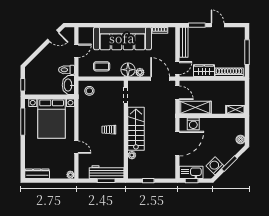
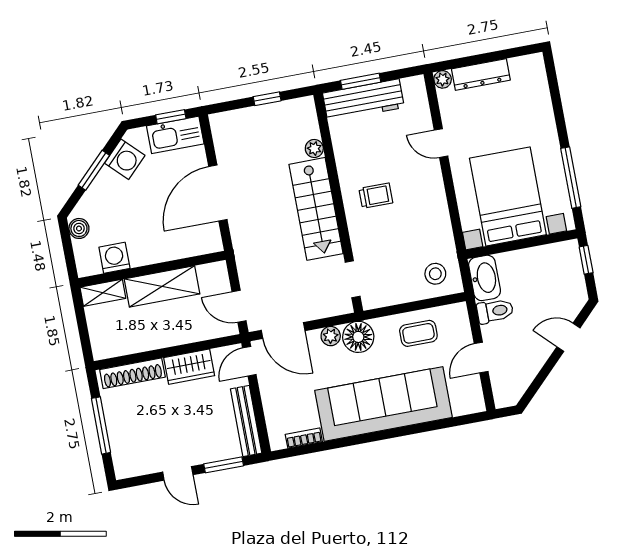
door: (53, 36) -> (568, 337), moved
shelving: (195, 108) -> (162, 286), moved
washing machine: (193, 124) -> (114, 258), moved
dresser: (37, 174) -> (481, 74), moved

